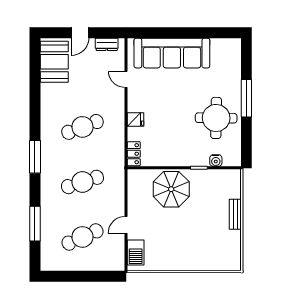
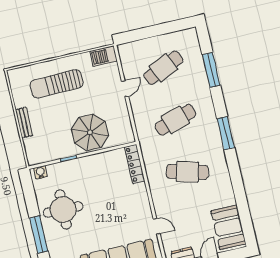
fridge: (135, 120) -> (139, 190), removed
cafe table: (82, 127) -> (187, 172), turned 36
locker: (134, 154) -> (135, 164), width x1.53
water cooler: (216, 161) -> (40, 172), moved
sun lounger: (194, 246) -> (57, 84), added
barbecue: (136, 252) -> (103, 56), moved, turned -90

